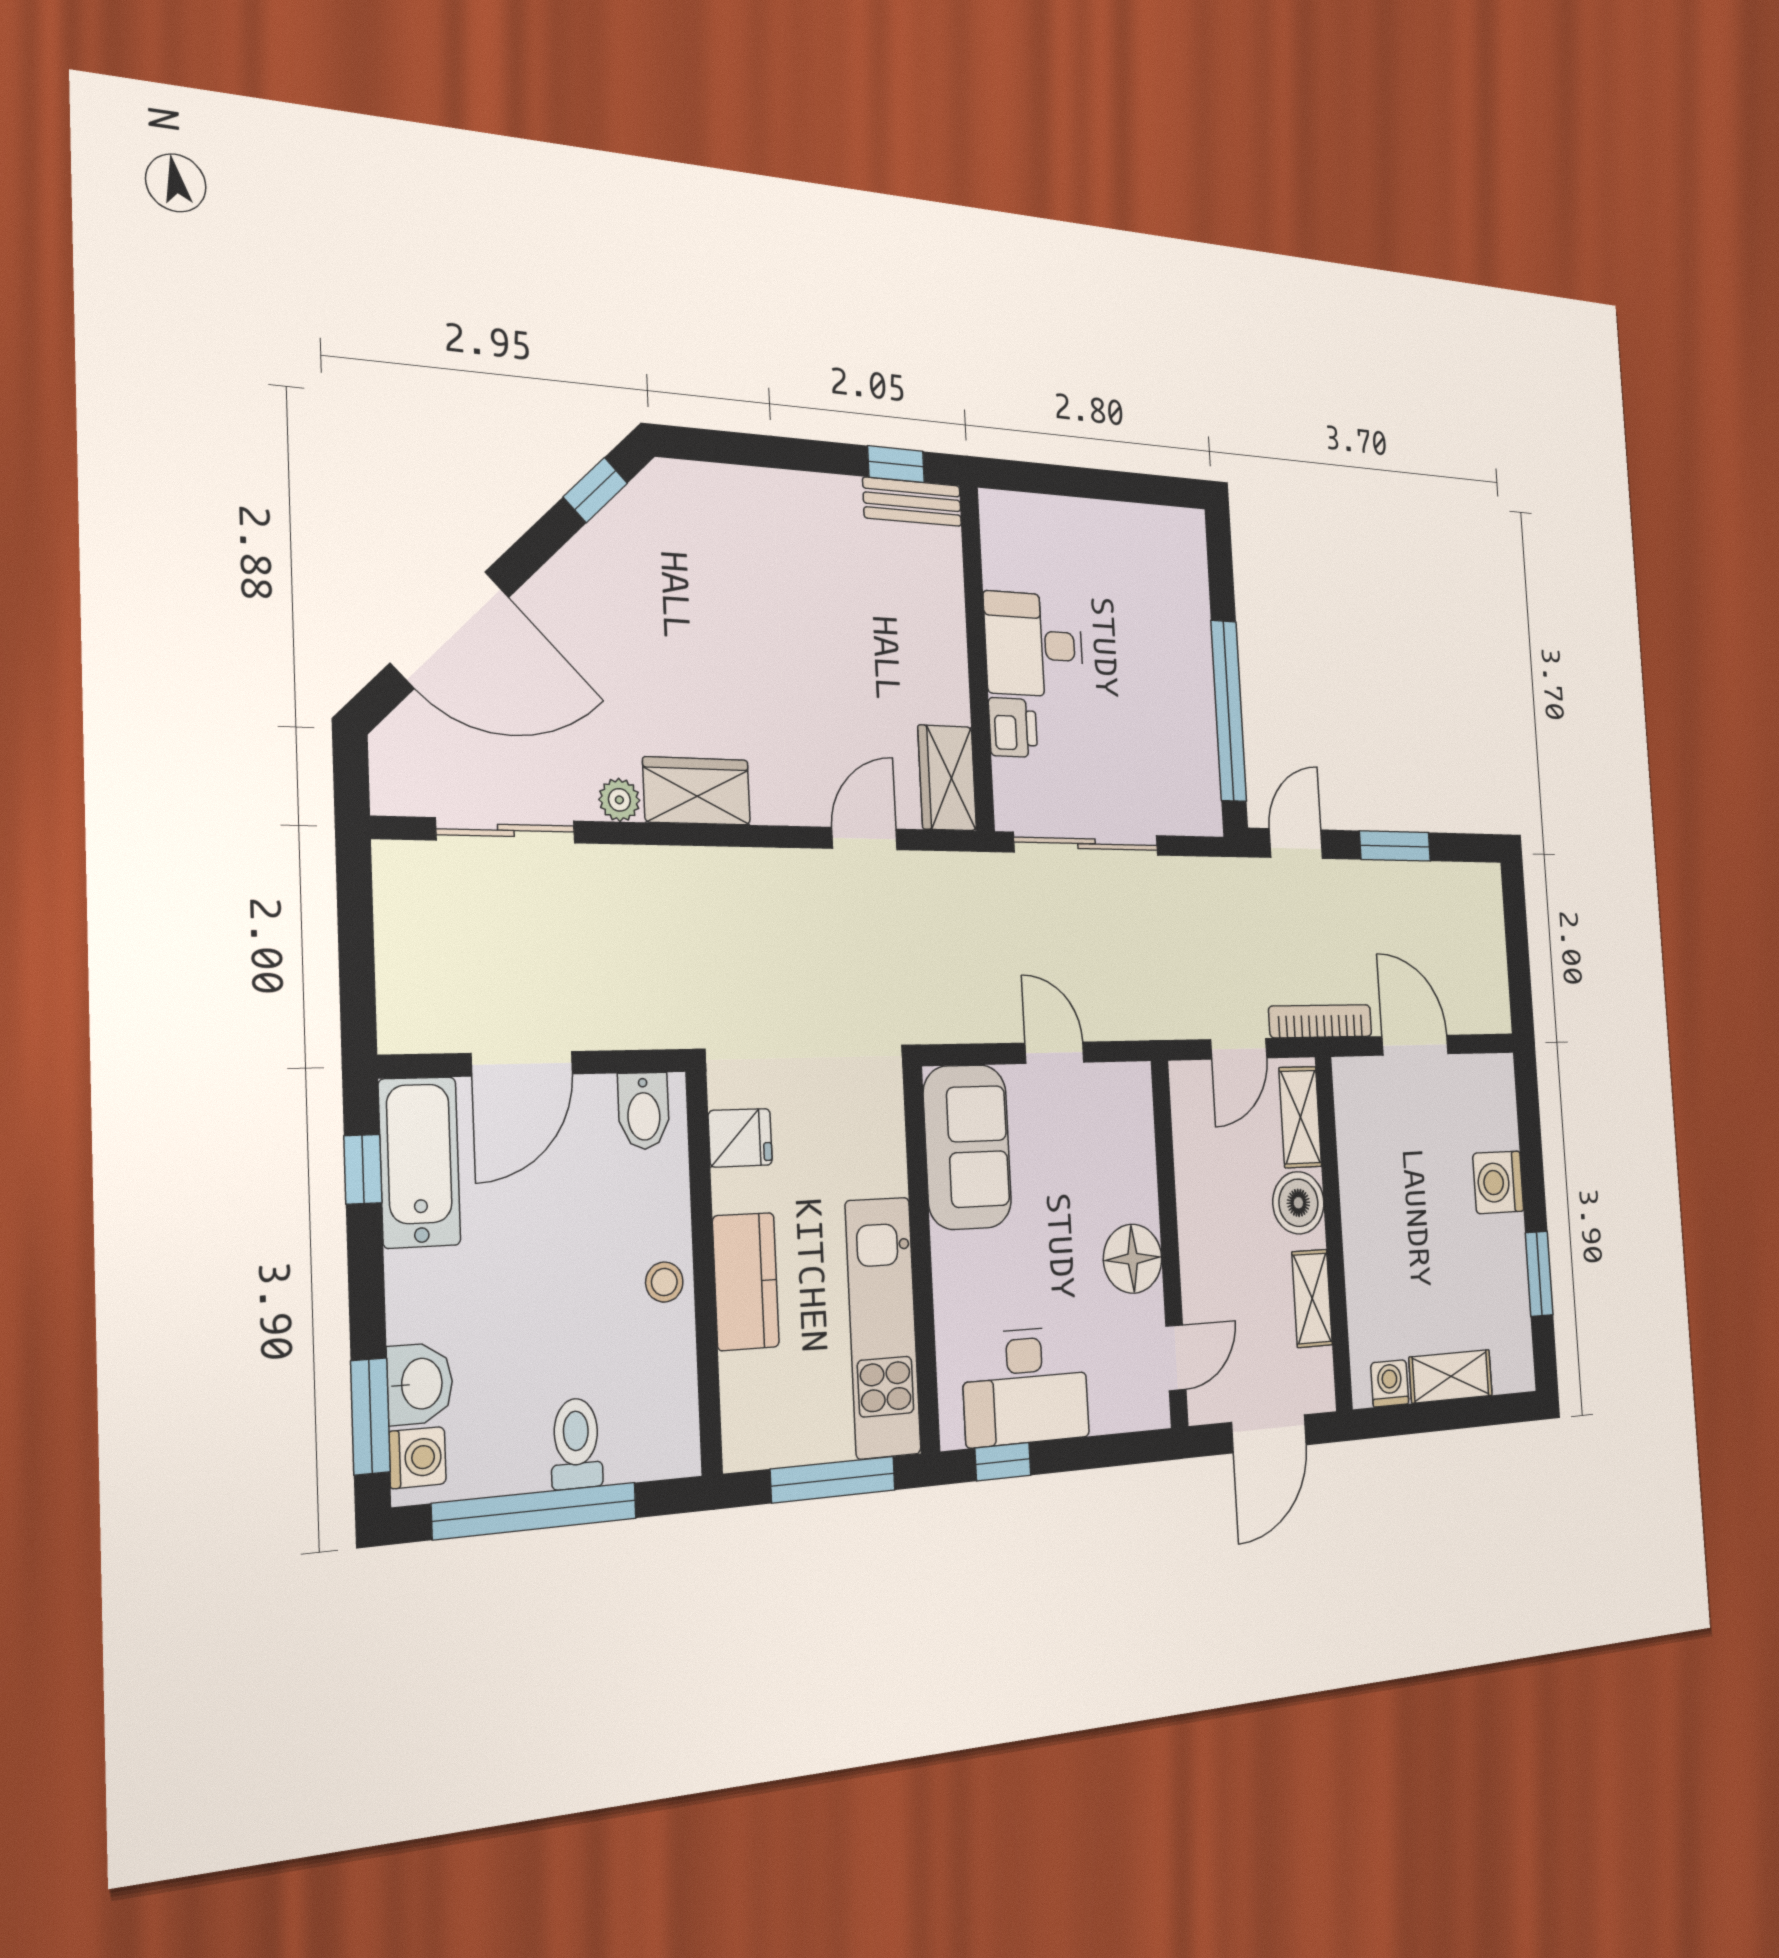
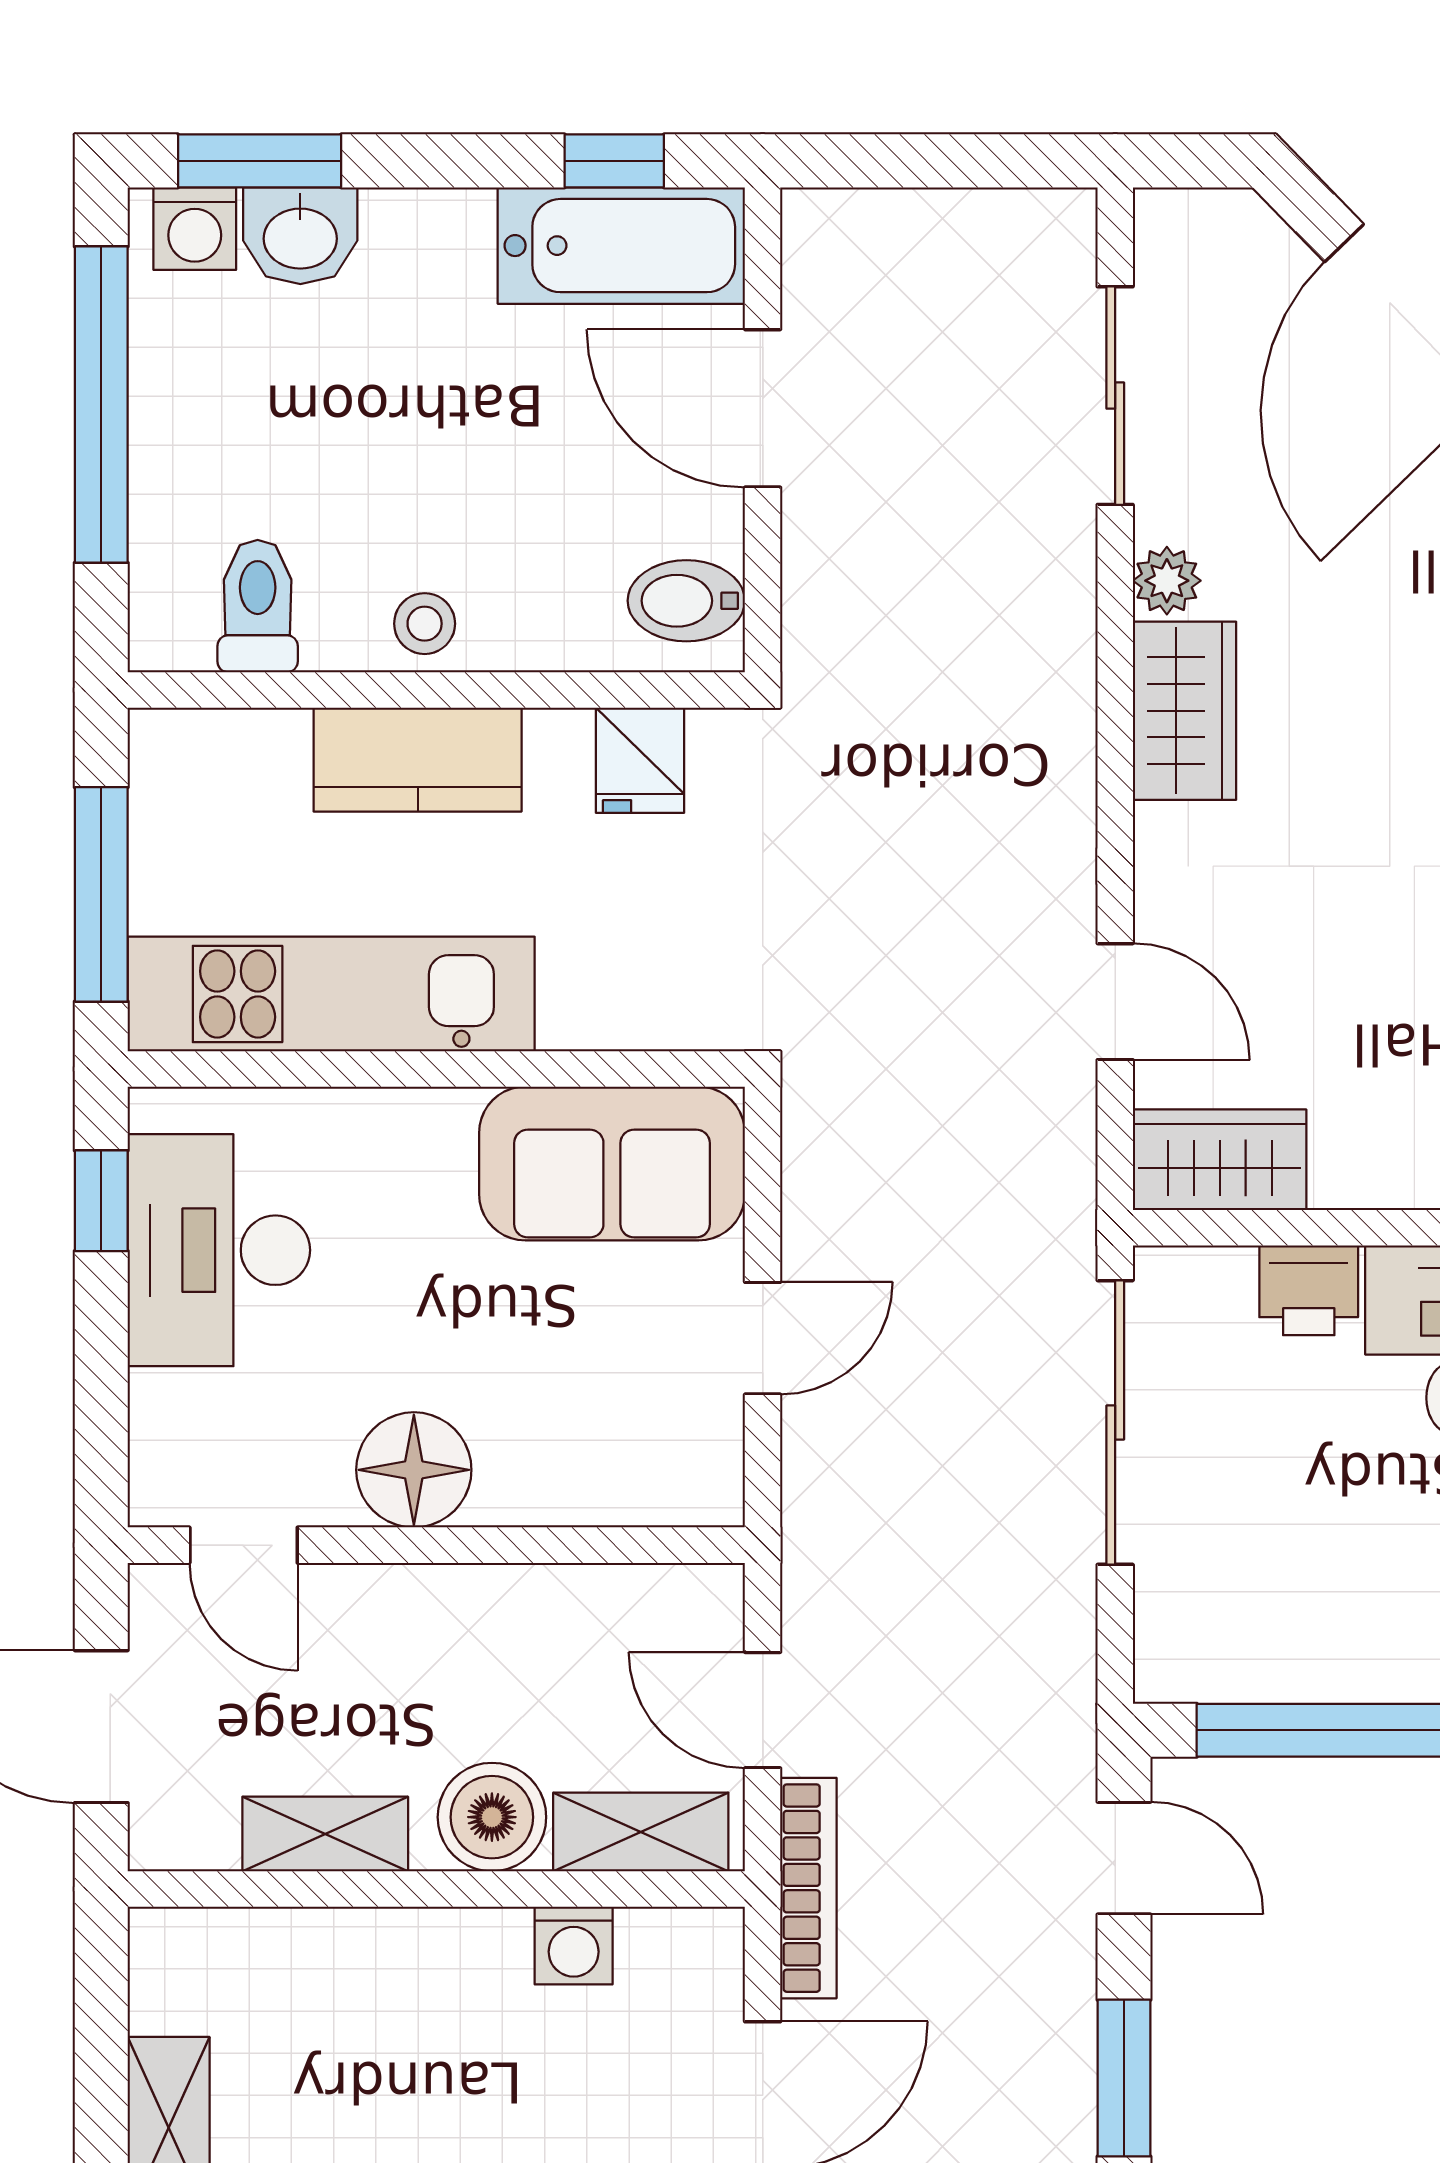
washing machine: (1390, 1383) -> (574, 1946), moved, turned 90
toilet: (576, 1443) -> (258, 606), moved, turned -90

